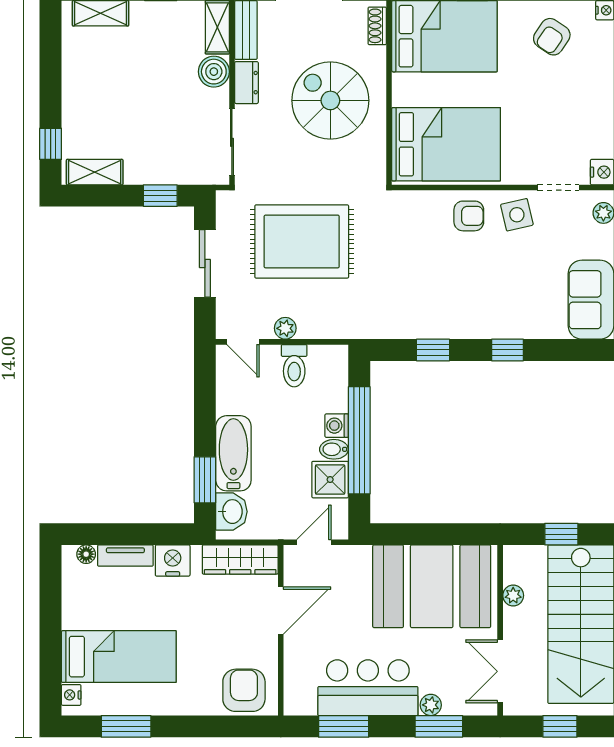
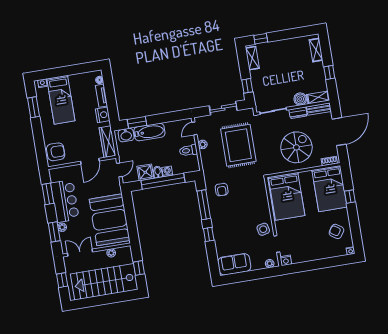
armchair: (469, 216) -> (222, 190), moved
window: (433, 350) -> (204, 205), width x2.17
door: (314, 542) -> (119, 170), hinge flipped
door: (281, 611) -> (90, 161), hinge flipped

